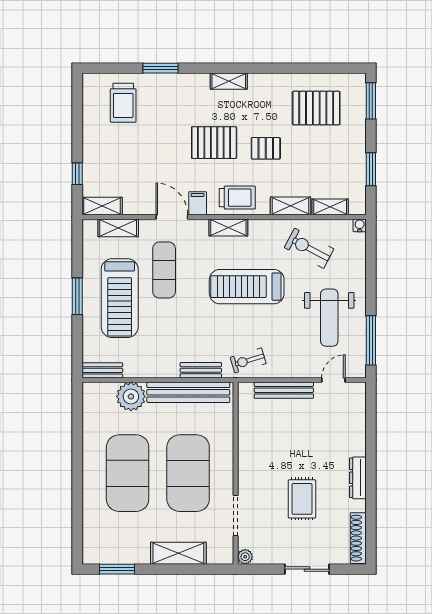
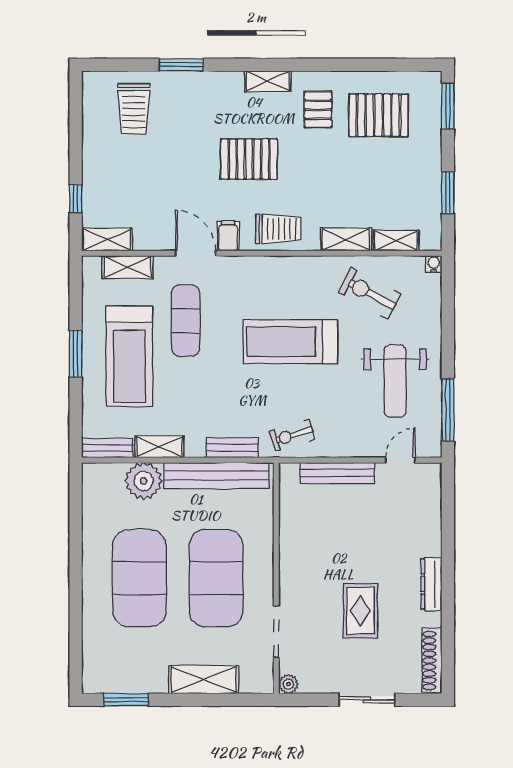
pallet: (266, 148) -> (318, 110), moved, turned 90
shelving: (228, 227) -> (159, 447), moved

